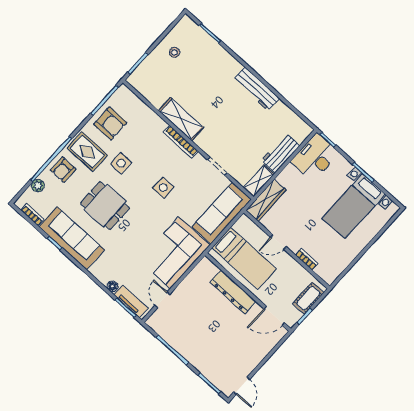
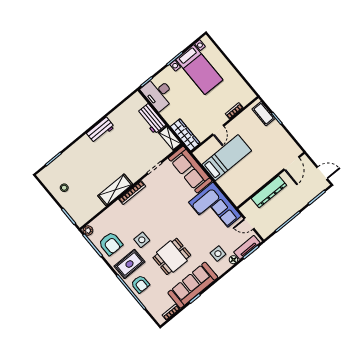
workbench: (256, 89) -> (101, 130), width x0.73
armchair: (110, 123) -> (111, 244), turned 90
plant: (38, 185) -> (88, 231), moved
side table: (163, 188) -> (218, 254), moved
dresser: (233, 292) -> (269, 192), moved
wall: (248, 292) -> (271, 180), moved
door: (274, 316) -> (291, 163), moved

